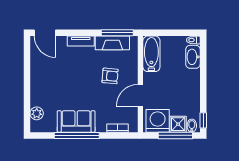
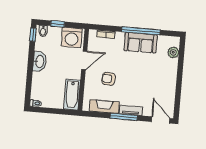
window: (117, 33) -> (124, 117), moved
washbasin: (193, 57) -> (39, 61), moved
shower: (178, 124) -> (54, 33), removed
window: (175, 135) -> (58, 24), width x0.46

